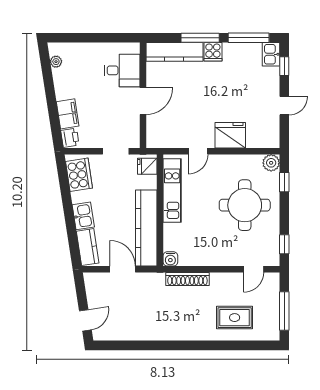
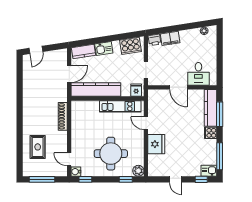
window: (200, 38) -> (220, 114), moved
water cooler: (170, 259) -> (76, 172), moved
door: (85, 320) -> (36, 50), hinge flipped

